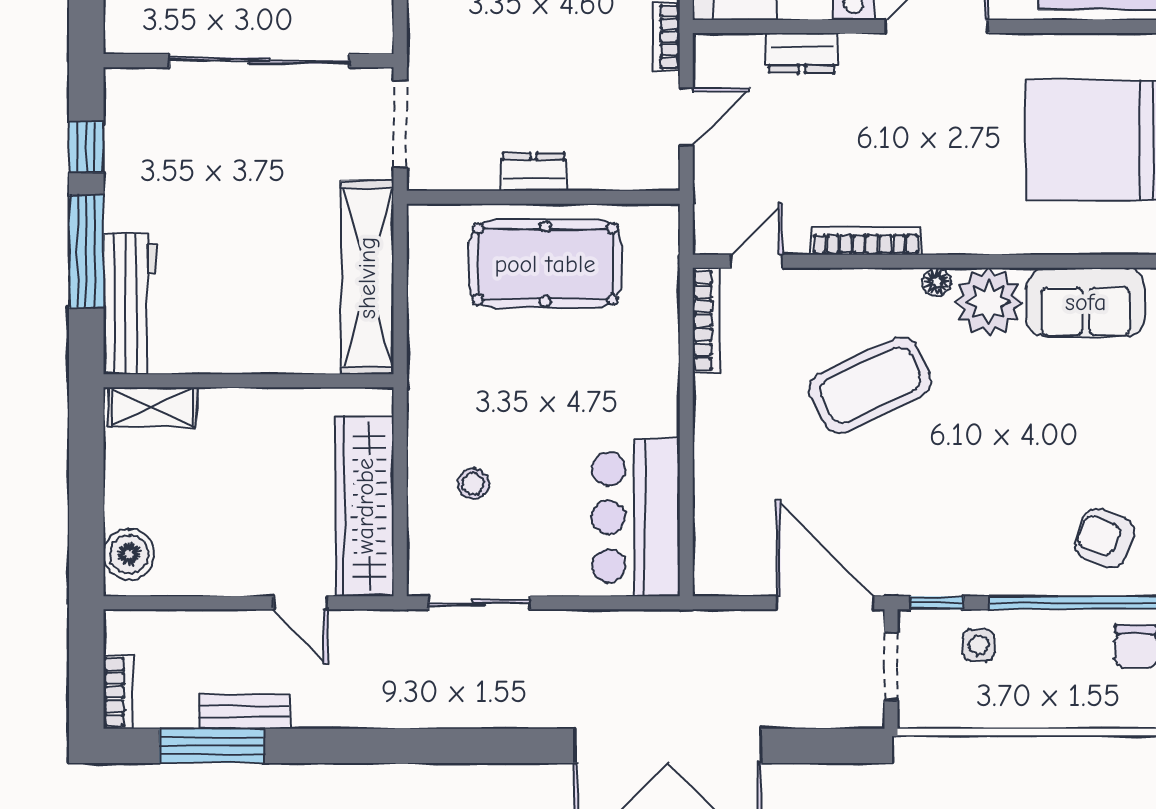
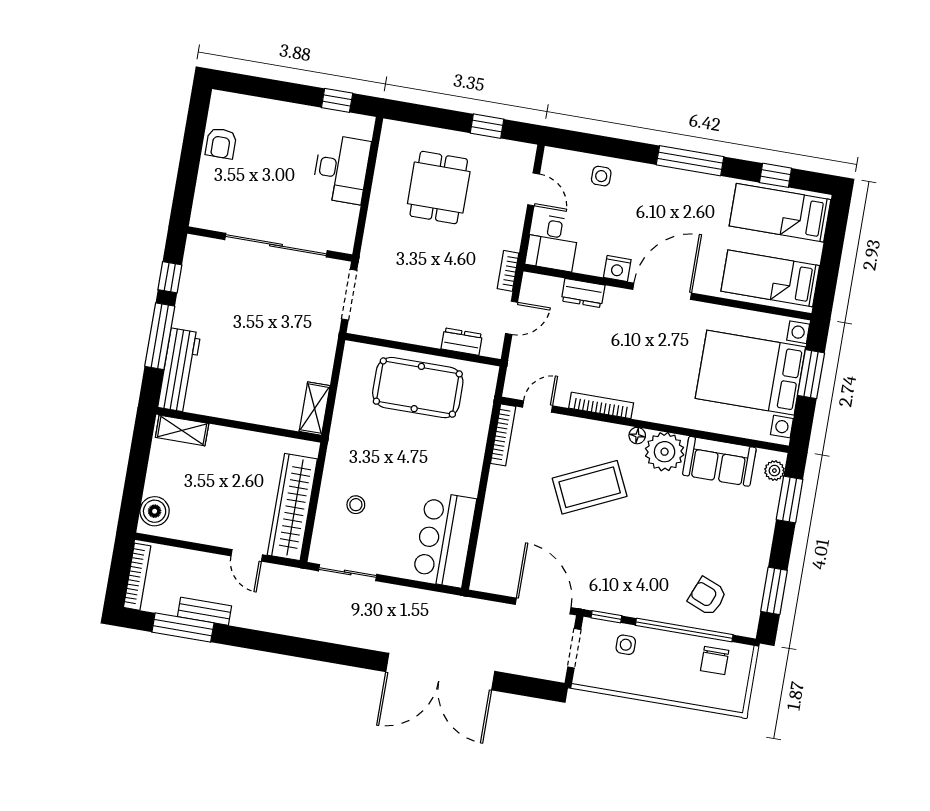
dresser: (534, 172) -> (462, 342), moved
shelving: (367, 278) -> (315, 409), width x0.45, depth x0.75
bookcase: (118, 692) -> (137, 577), width x1.56

